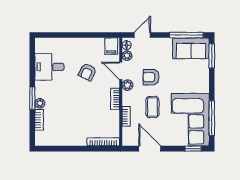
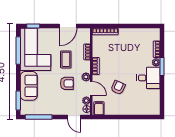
door: (142, 35) -> (74, 117), hinge flipped
sofa: (191, 48) -> (29, 86), moved, turned 90
desk: (49, 67) -> (148, 78), moved
door: (150, 149) -> (68, 26), hinge flipped

